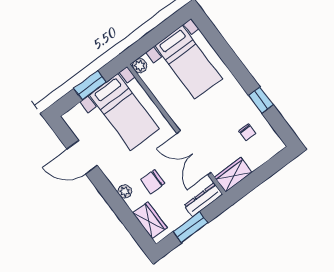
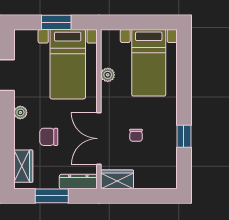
plant: (140, 66) -> (108, 75), moved
chair: (247, 132) -> (136, 135), moved
plant: (125, 192) -> (20, 112), moved

